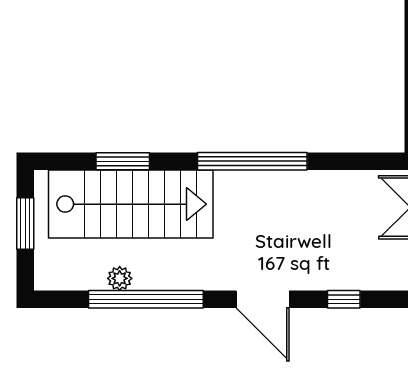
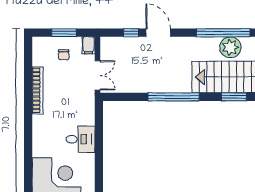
plant: (120, 278) -> (230, 47), width x1.87, depth x1.87
door: (263, 299) -> (158, 33), moved

